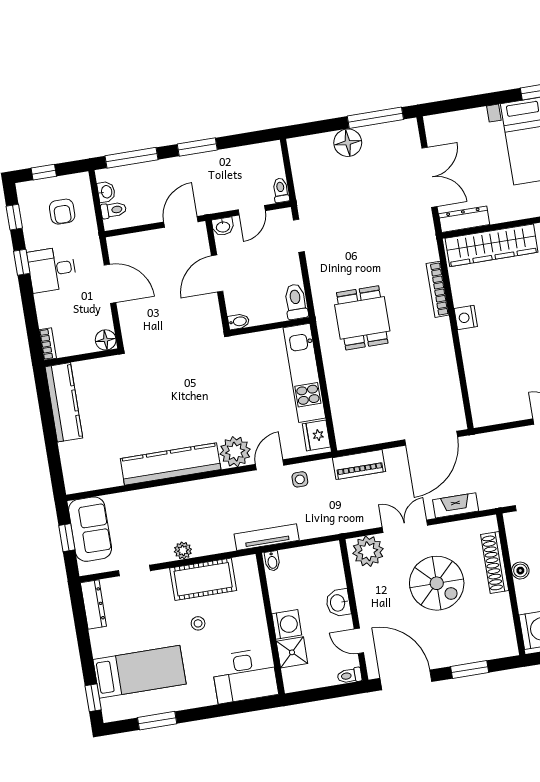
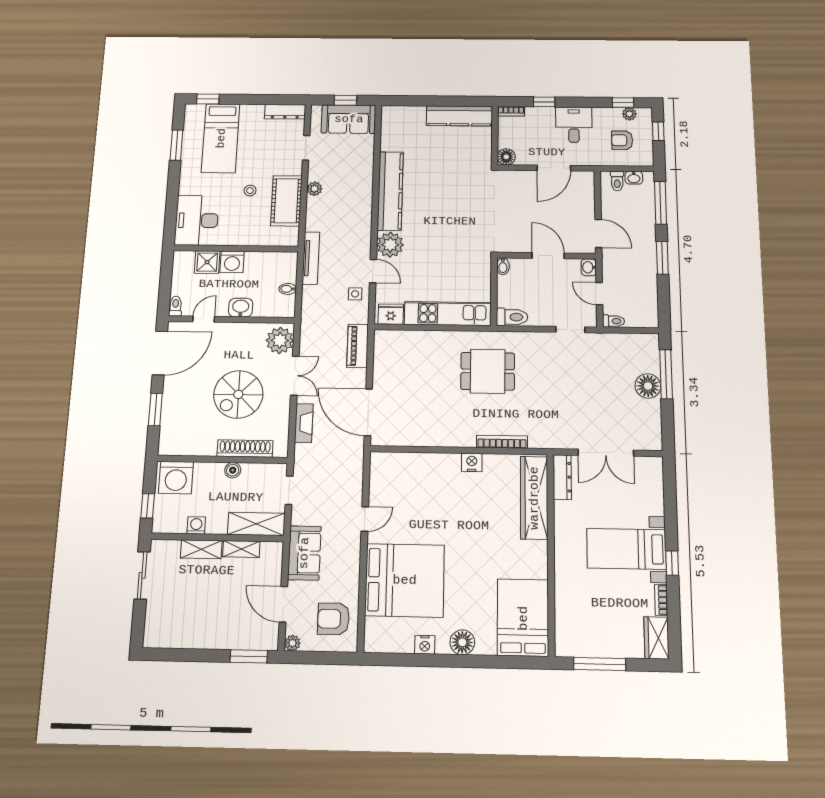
window: (375, 118) -> (666, 374), moved
plant: (27, 208) -> (629, 114), added
window: (22, 262) -> (544, 102), moved
bidet: (272, 561) -> (288, 289), moved

